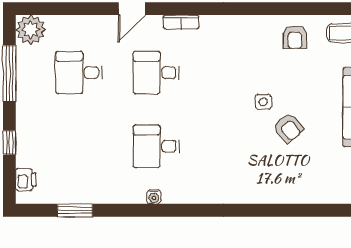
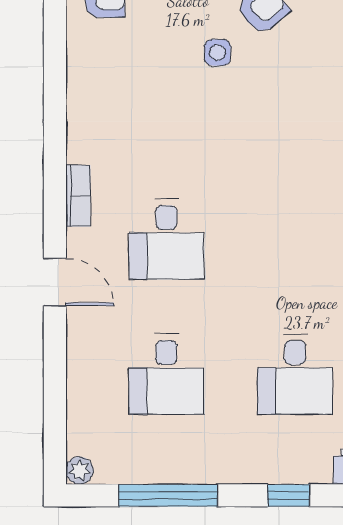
plant: (31, 30) -> (80, 470), width x0.53, depth x0.53
desk: (156, 146) -> (295, 374), moved

